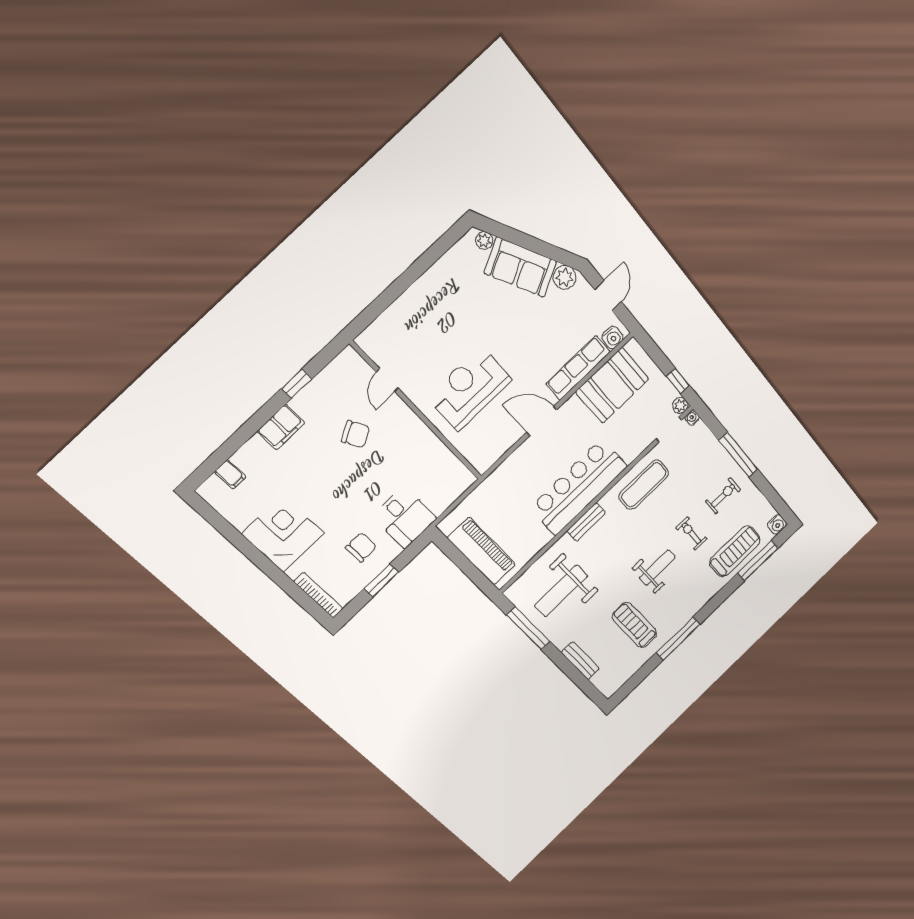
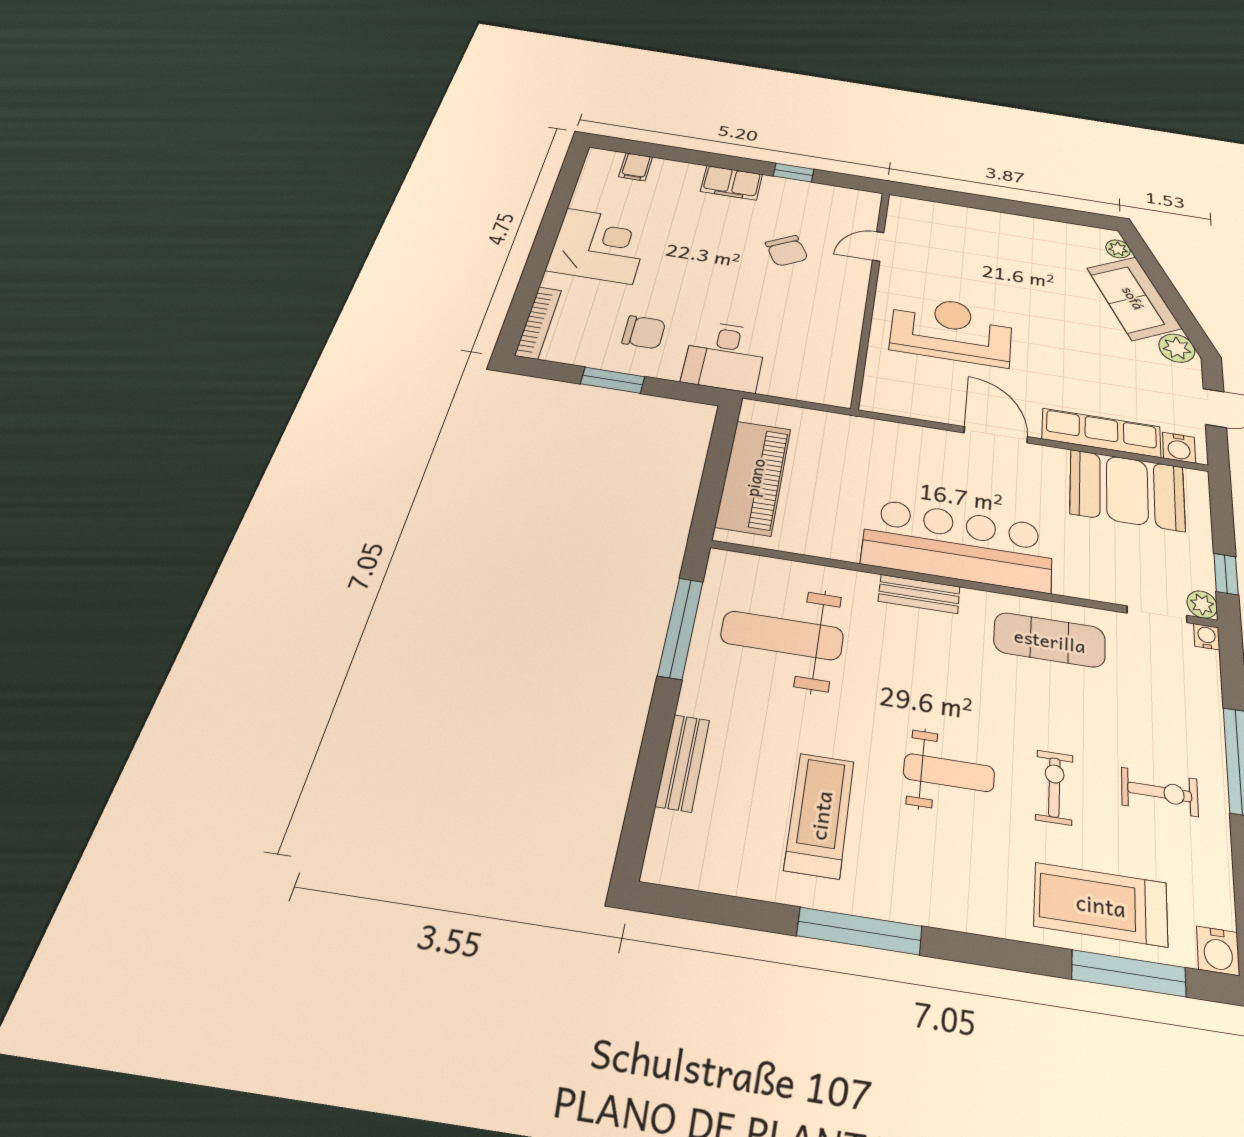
treadmill: (735, 551) -> (1101, 904), turned 180

